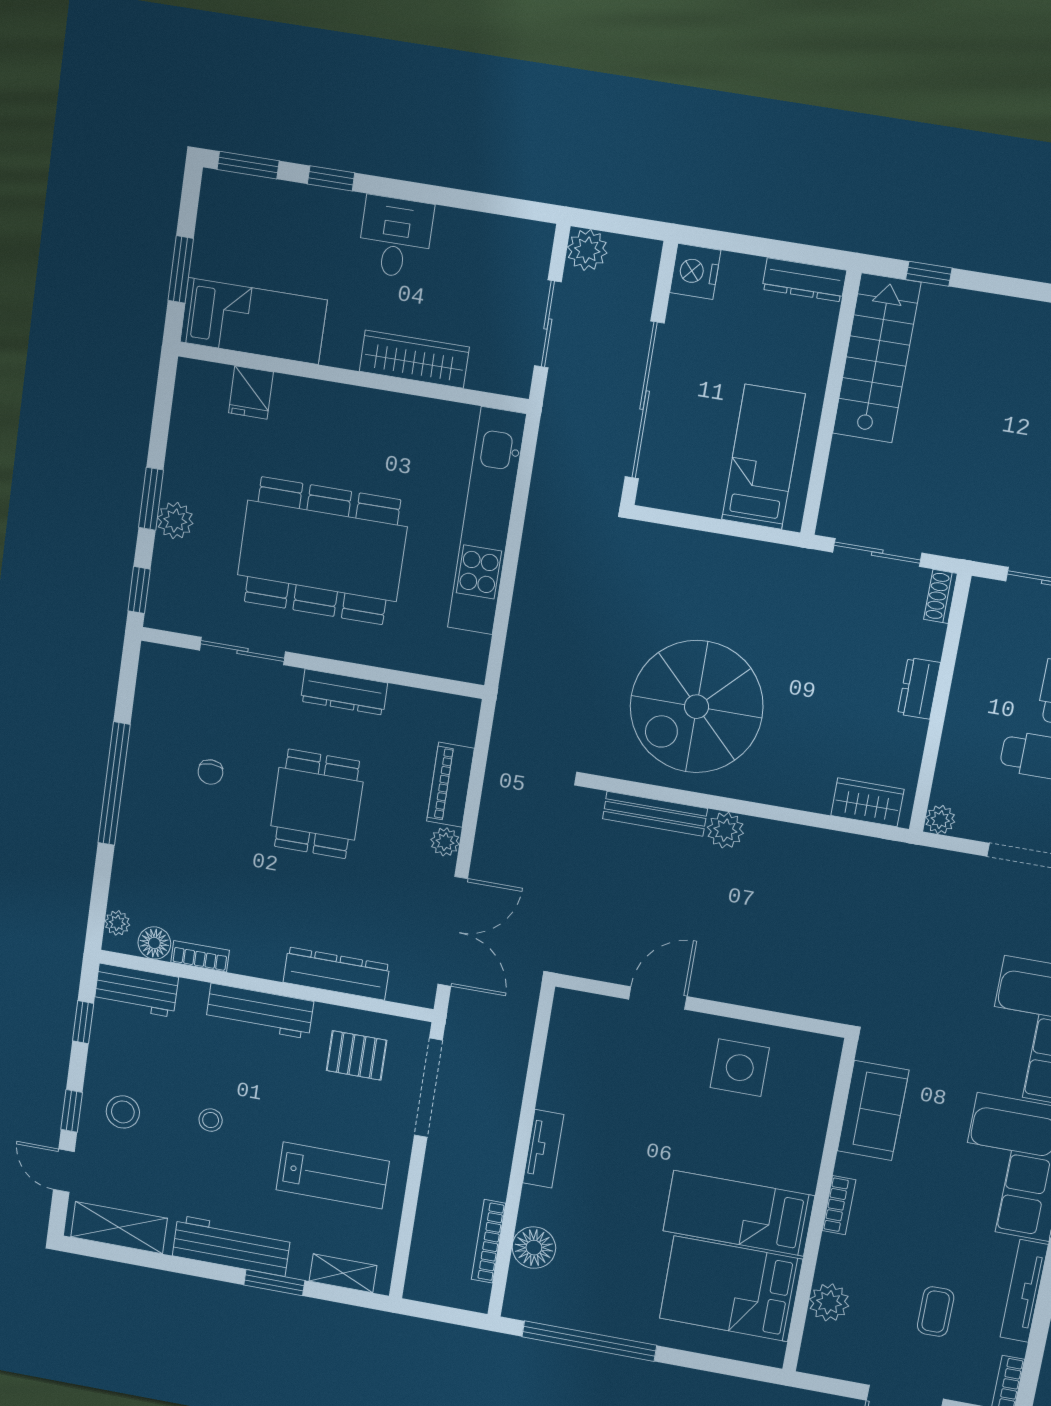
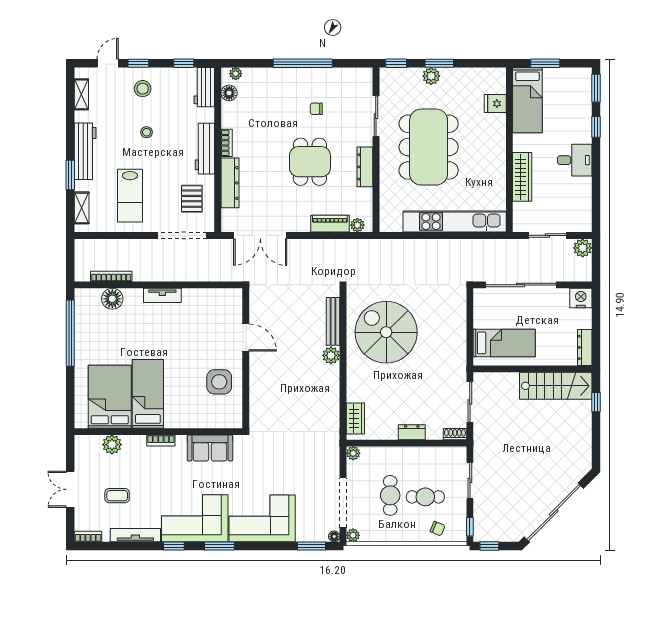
dining table: (317, 804) -> (310, 162), turned 90
plant: (445, 842) -> (357, 225), moved
bookcase: (200, 956) -> (227, 143), moved
shelving: (119, 1228) -> (81, 94), width x0.67, depth x0.75

